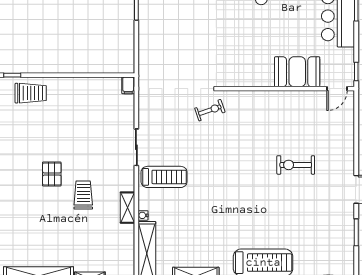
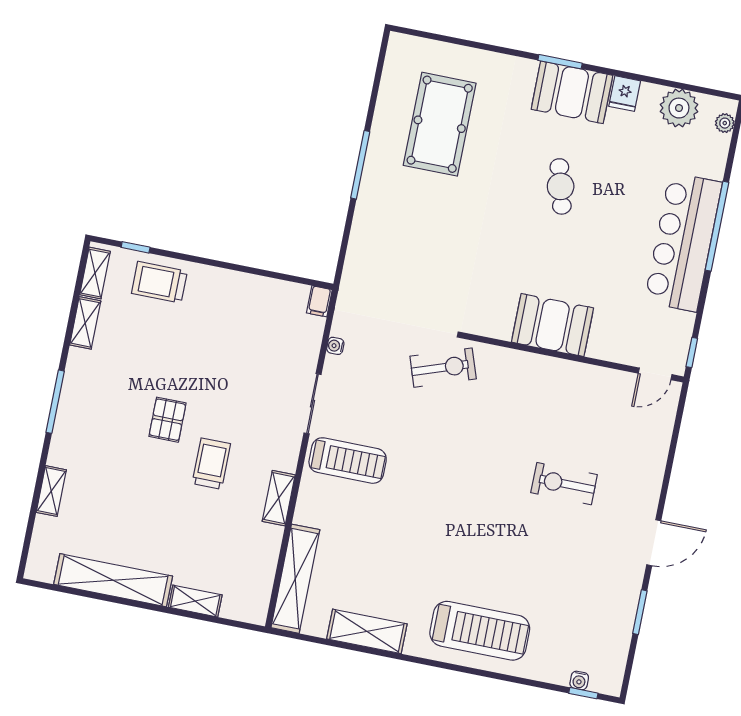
booth: (297, 72) -> (553, 325), moved
trolley: (31, 93) -> (159, 282), turned 180
exercise bike: (210, 110) -> (443, 368), width x1.38, depth x1.39
water cooler: (143, 215) -> (335, 346), moved

